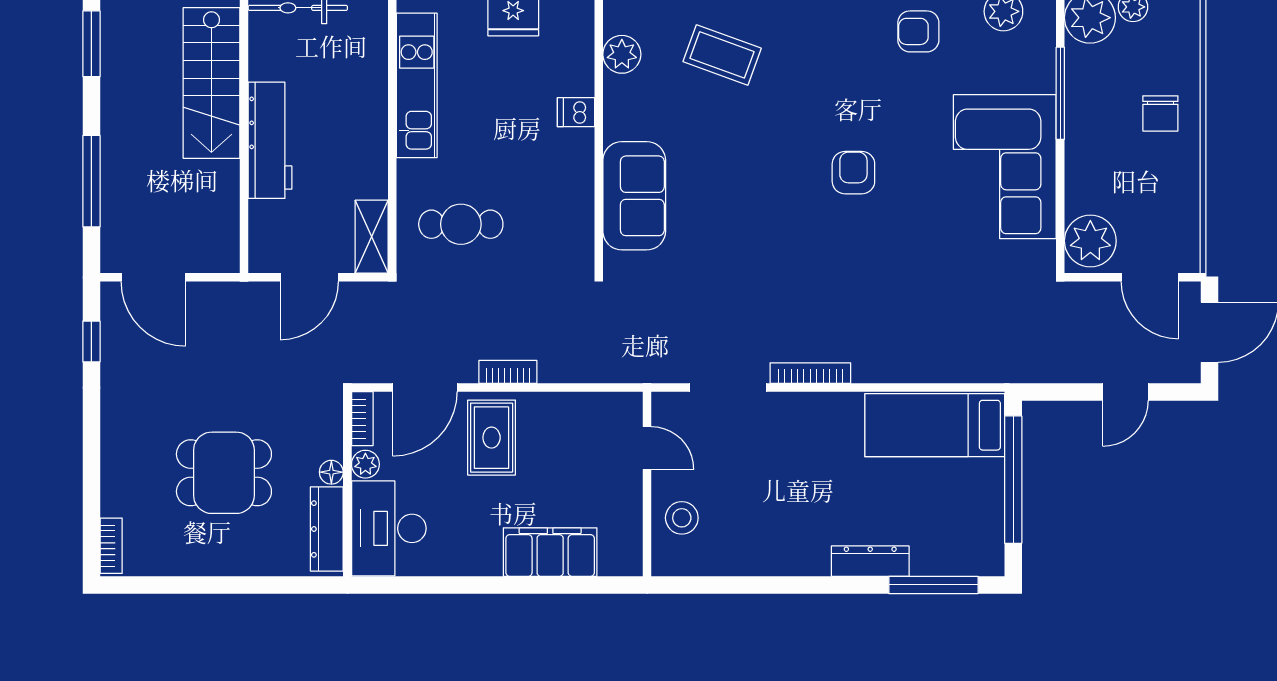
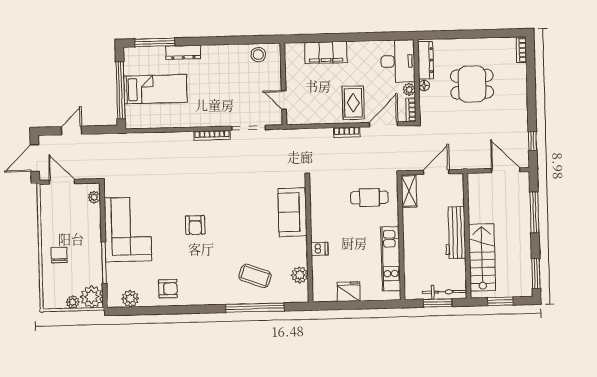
plant: (1090, 241) -> (94, 197), width x0.53, depth x0.53
bed: (935, 425) -> (155, 89), moved
stool: (682, 518) -> (258, 55), moved

